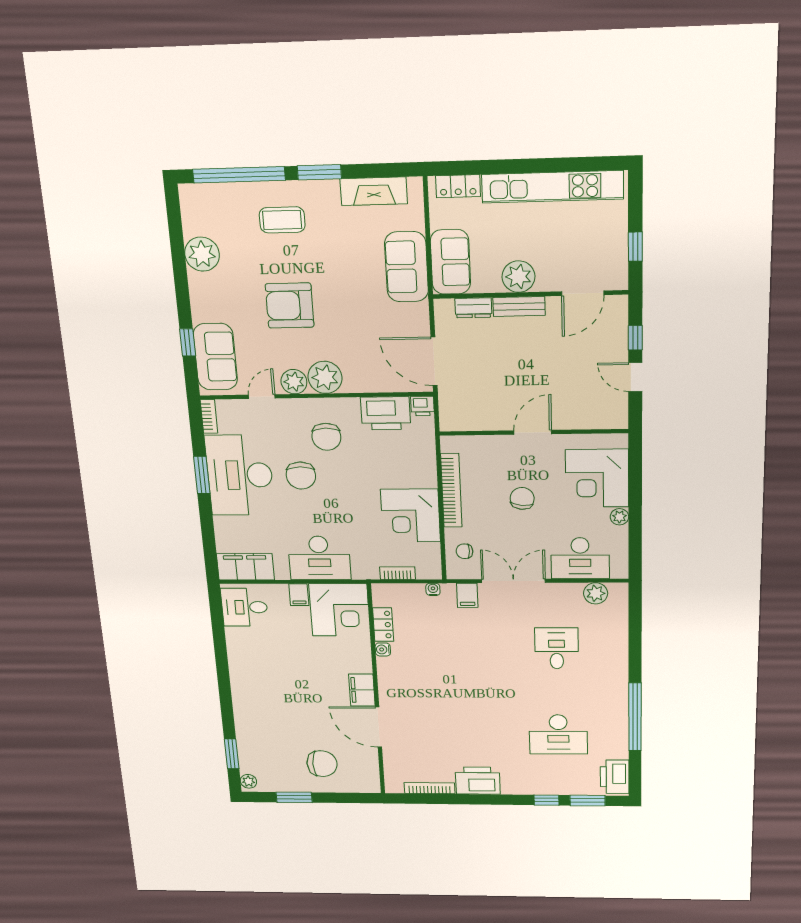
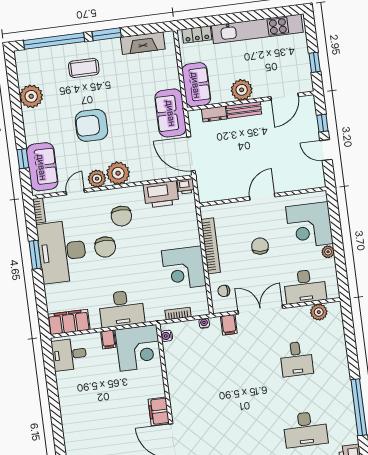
sofa: (406, 267) -> (171, 113), moved
locker: (383, 625) -> (171, 356), removed
desk: (557, 648) -> (296, 359), turned 180
water cooler: (383, 649) -> (167, 336), moved

